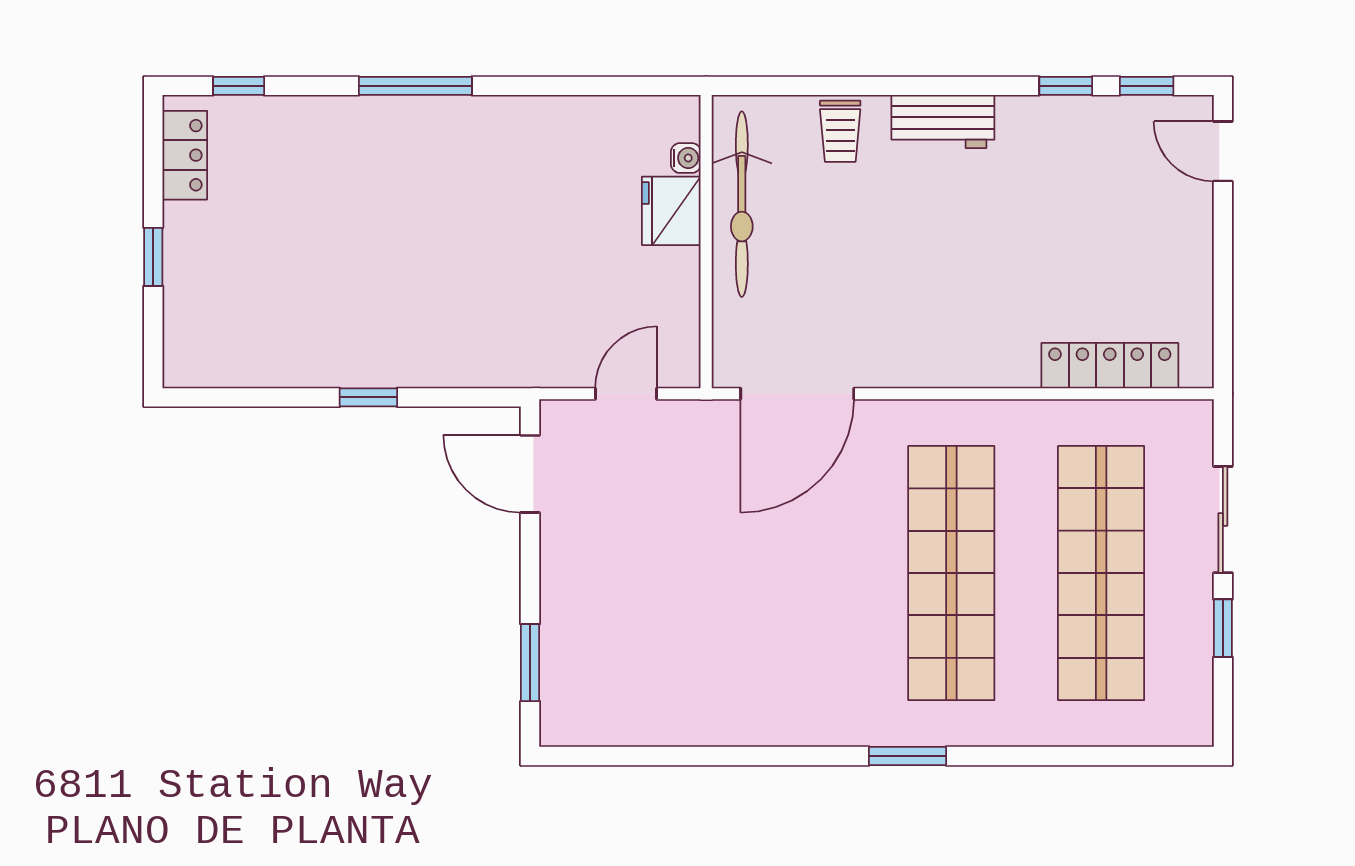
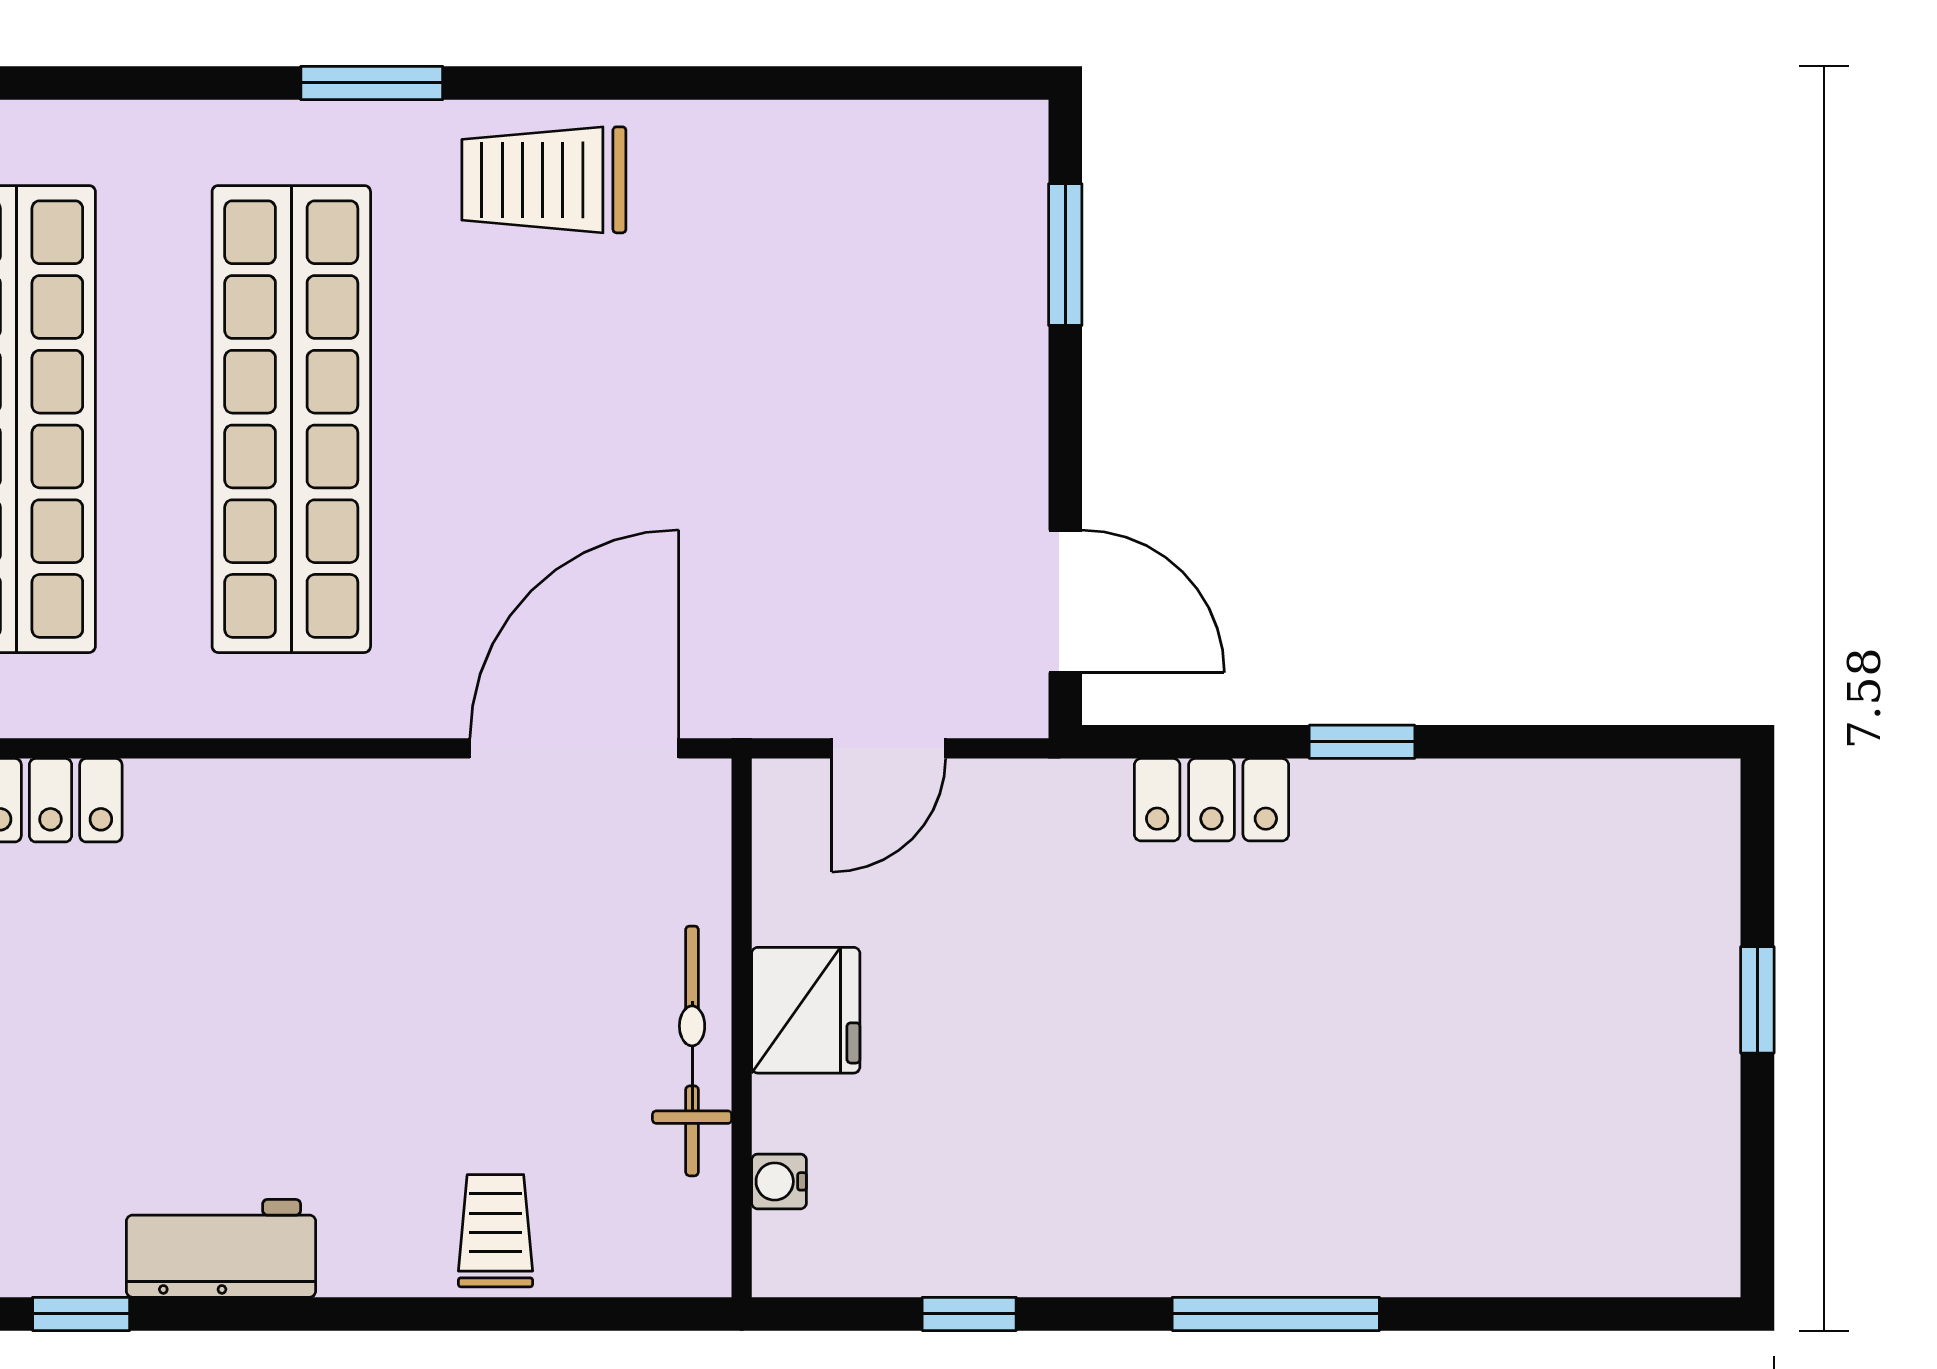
window: (239, 86) -> (969, 1314), moved
workbench: (943, 122) -> (221, 1248), moved
locker: (185, 155) -> (1211, 800), moved, turned -90
bicycle: (742, 204) -> (692, 1051), width x0.73, depth x0.71
fridge: (671, 211) -> (806, 1010), moved
trolley: (814, 703) -> (544, 180), added

